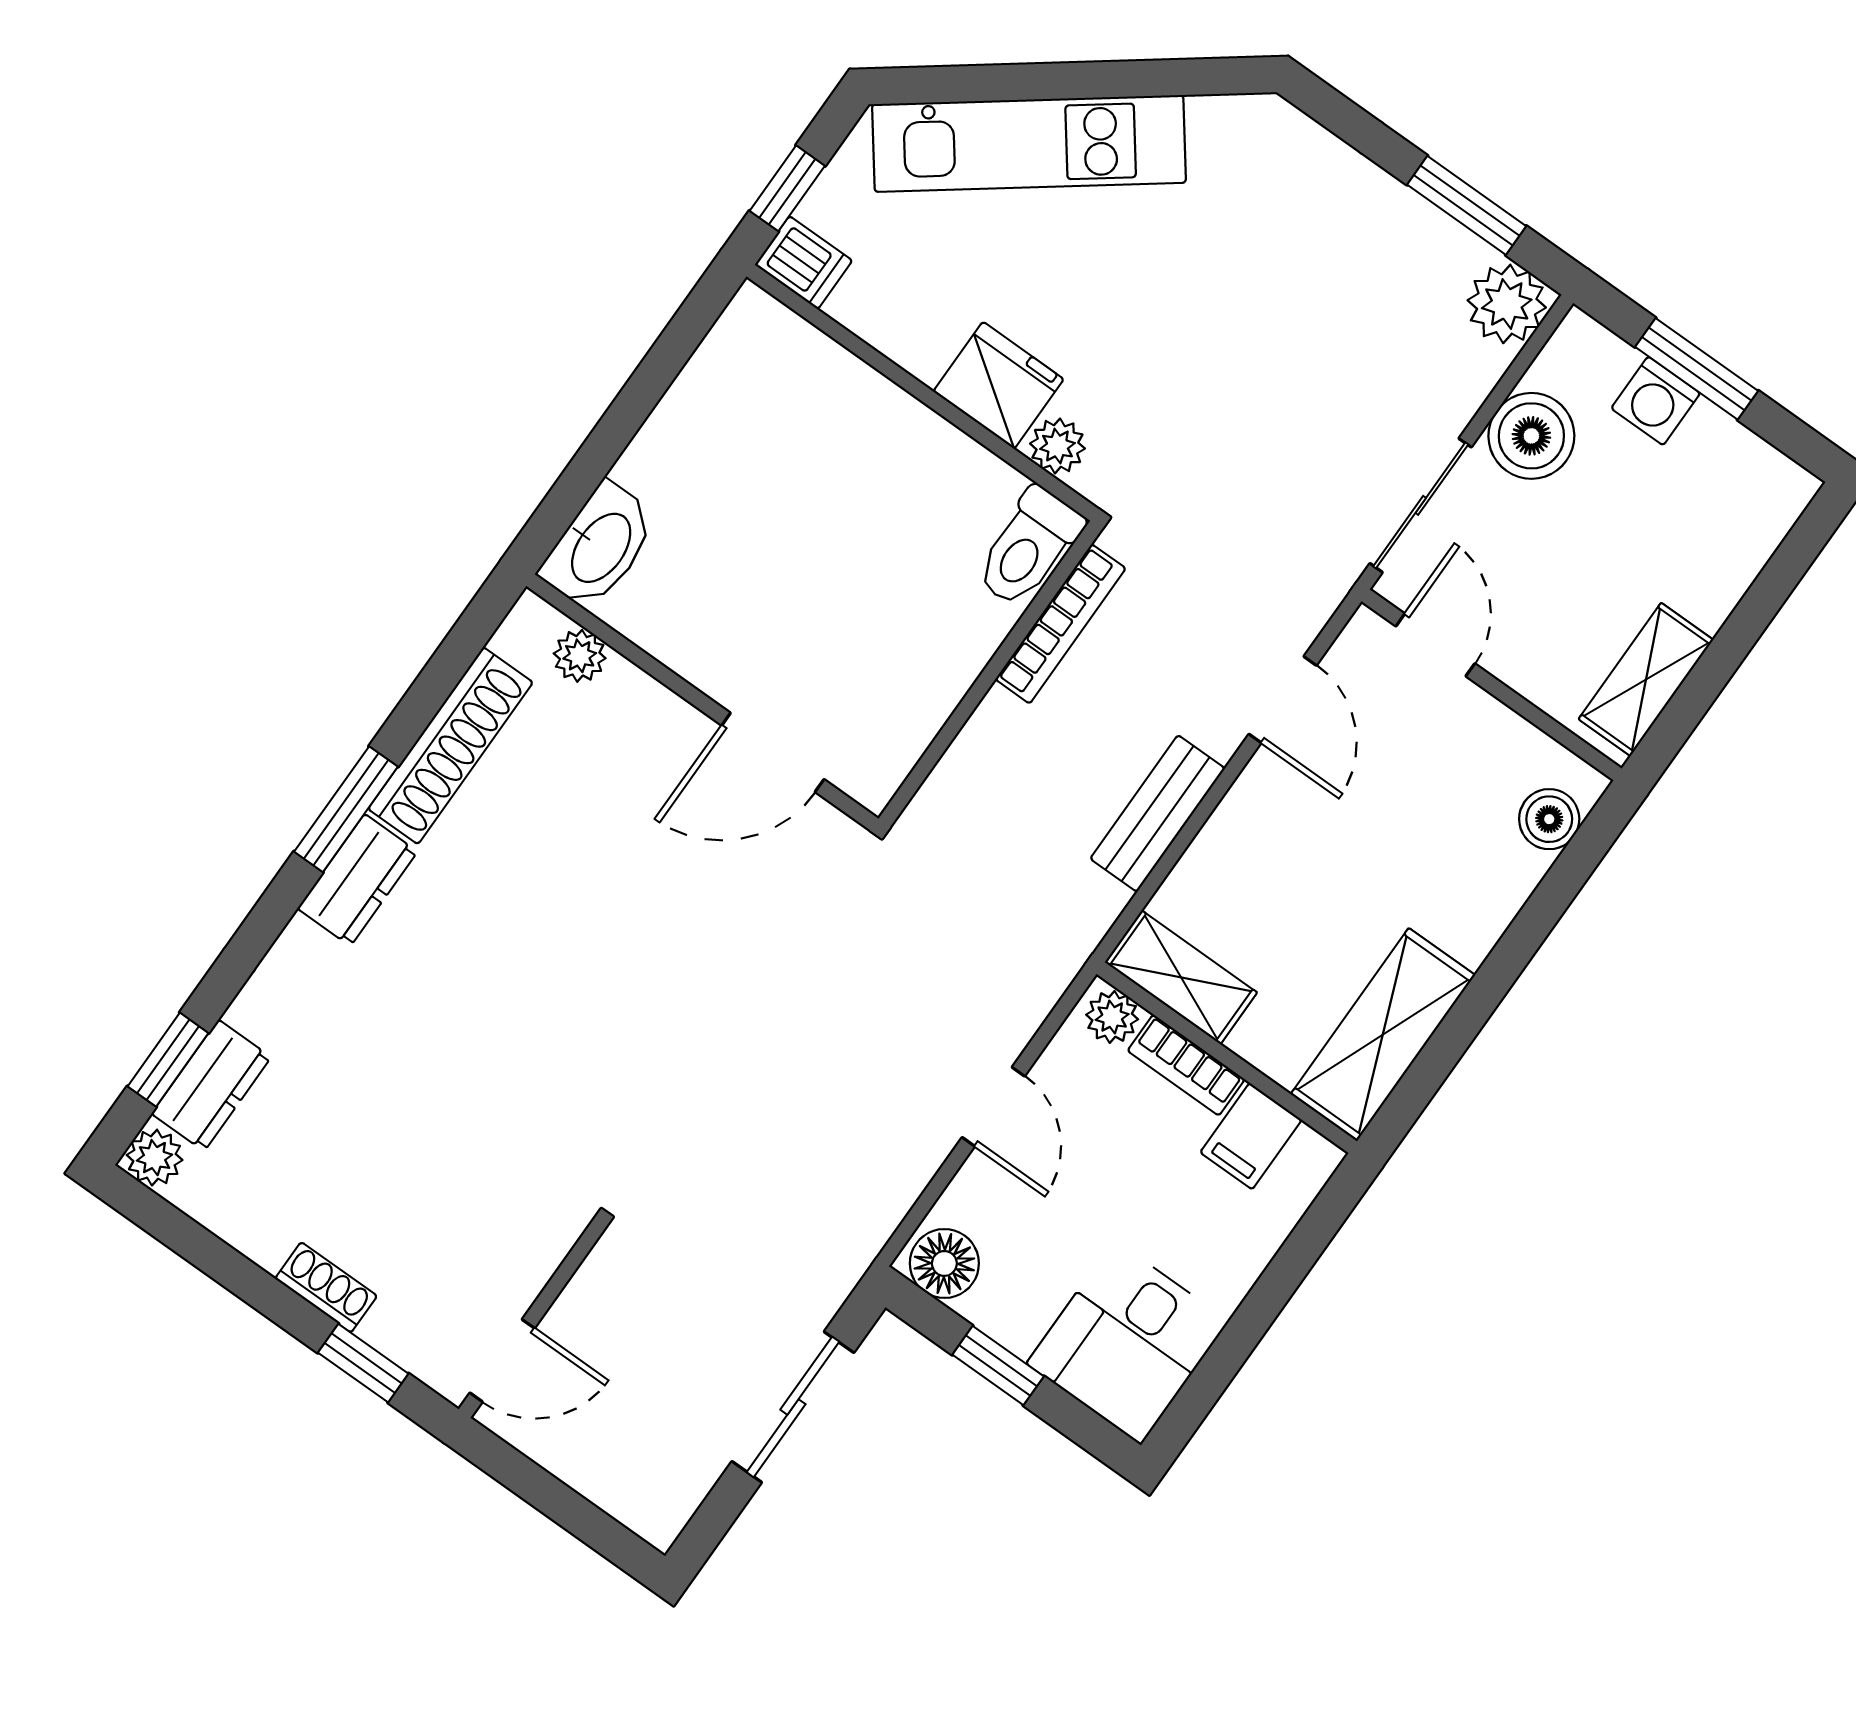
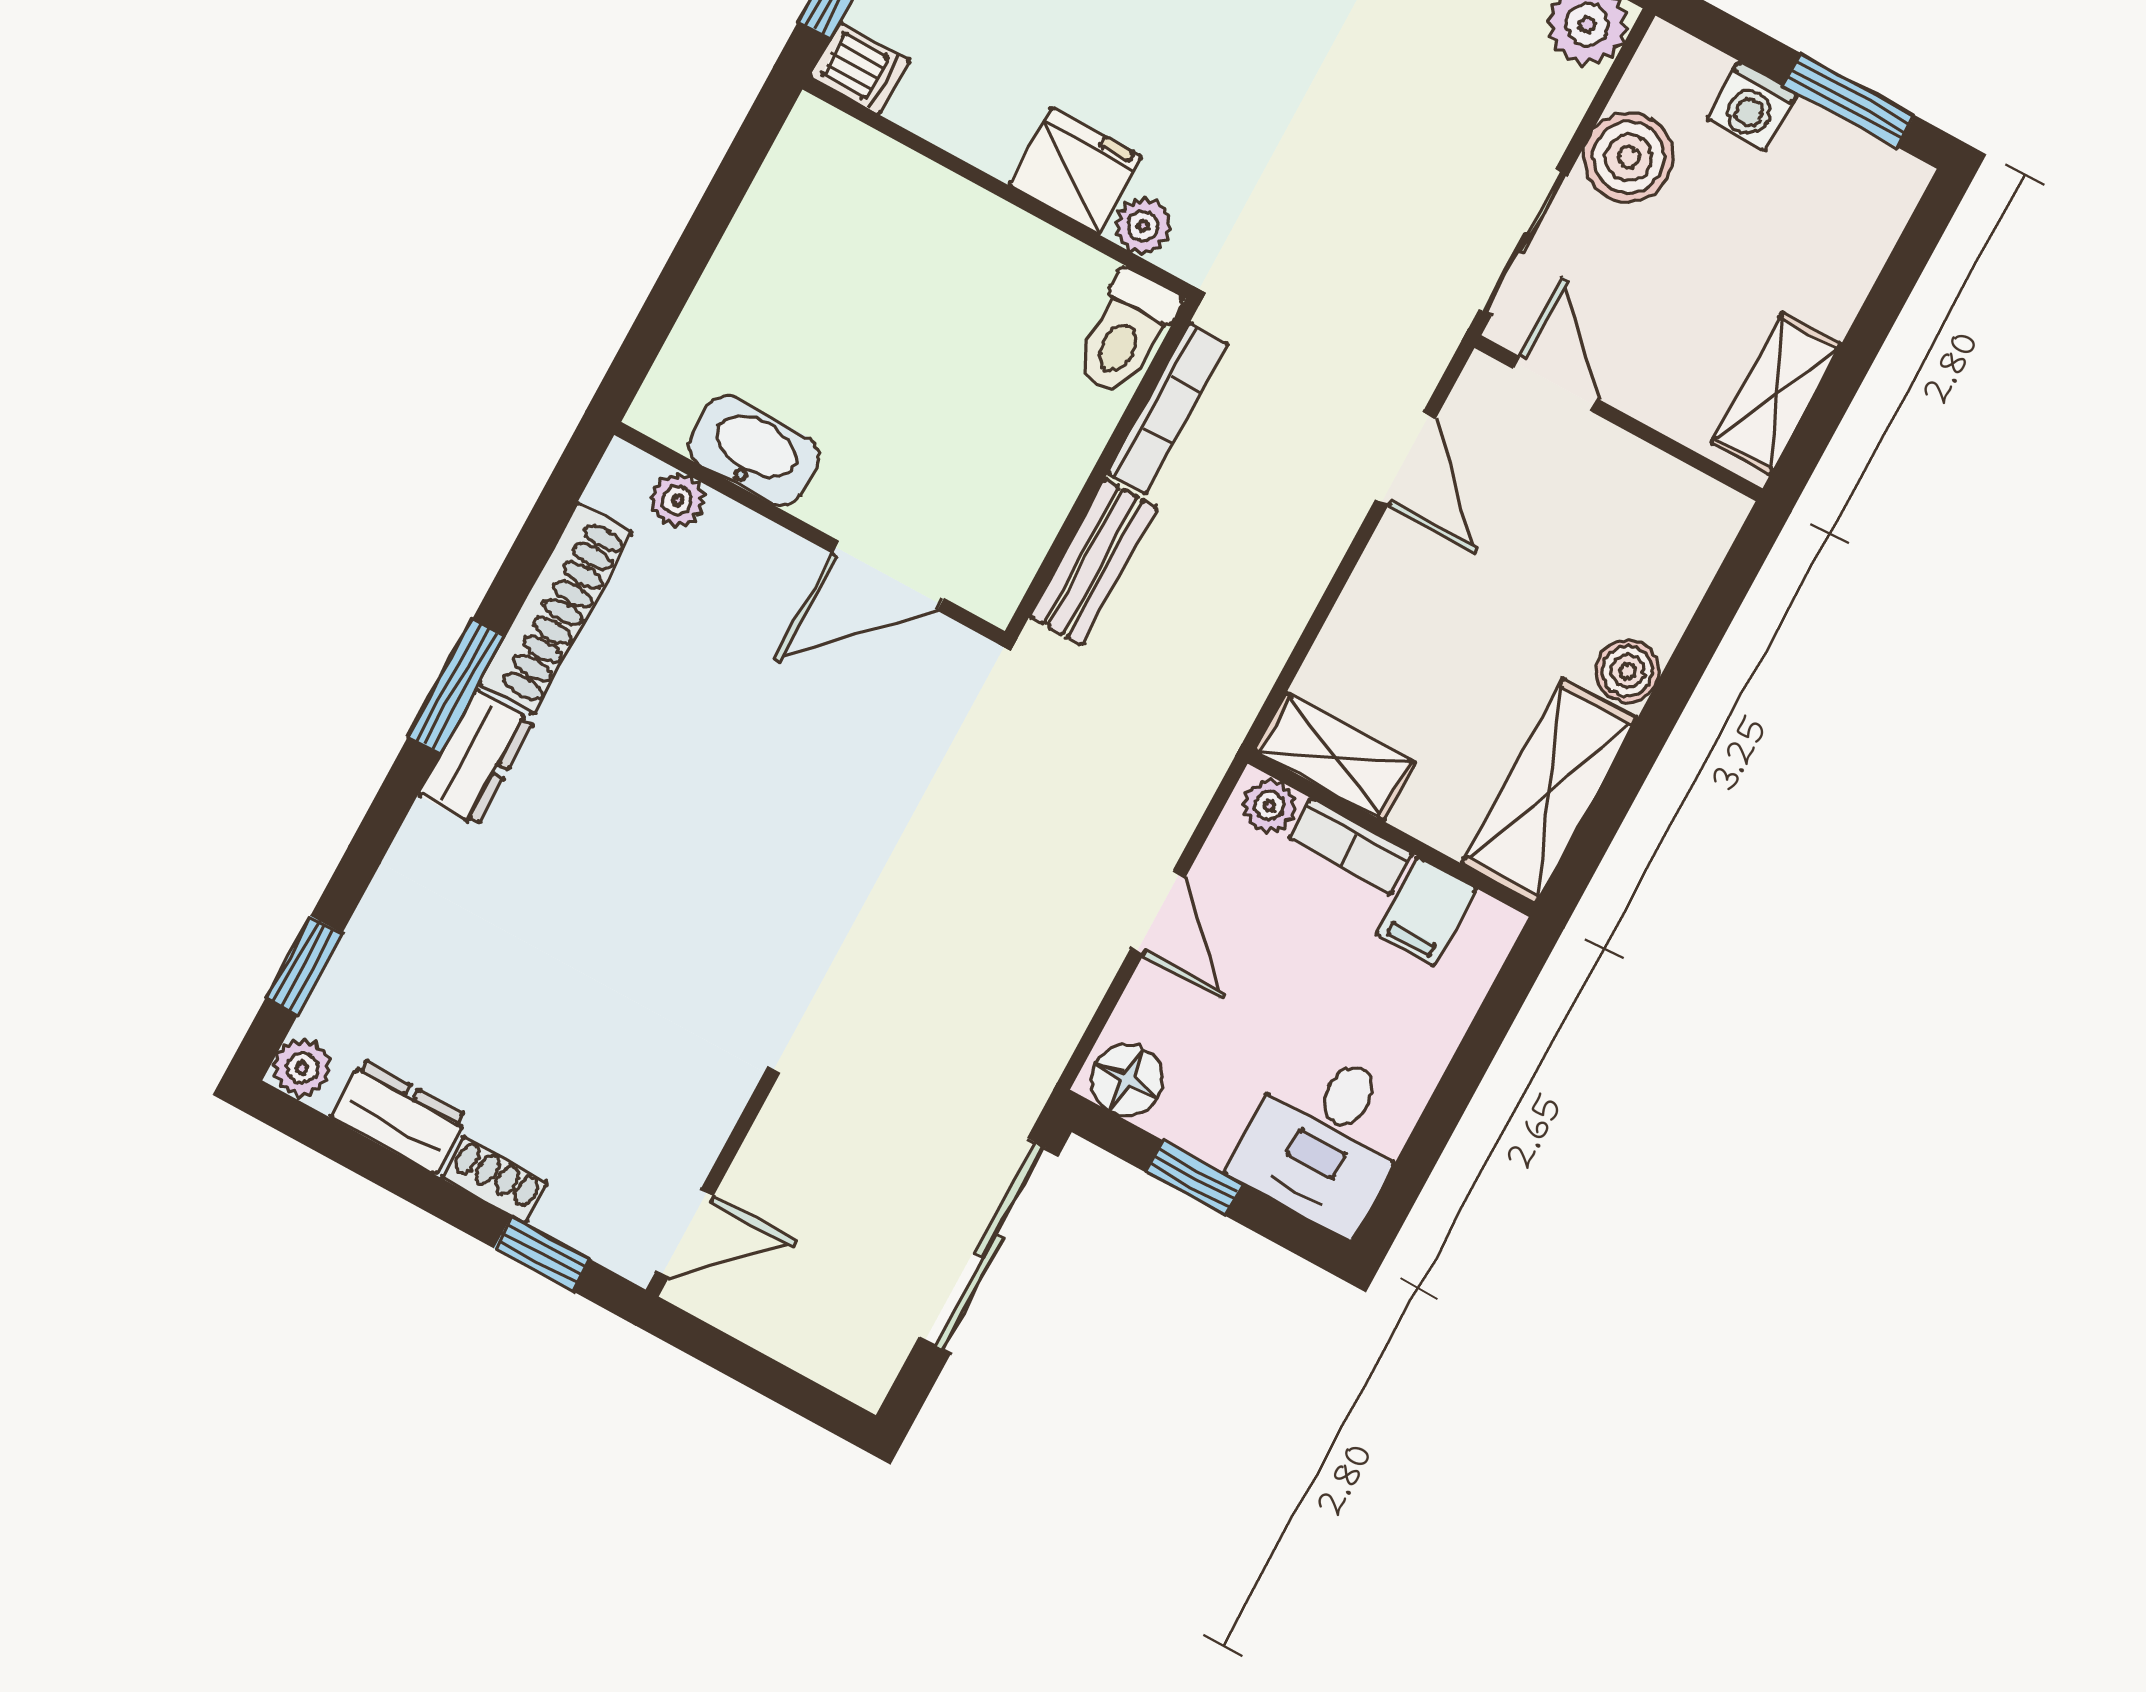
window: (1697, 369) -> (1849, 100), moved
washbasin: (599, 547) -> (754, 451), moved, turned -90
bench: (1158, 813) -> (1093, 562), moved
boiler: (1549, 819) -> (1628, 671), moved
dresser: (211, 1085) -> (399, 1117), moved, turned -90
sliding door: (793, 1407) -> (989, 1246), width x1.37

